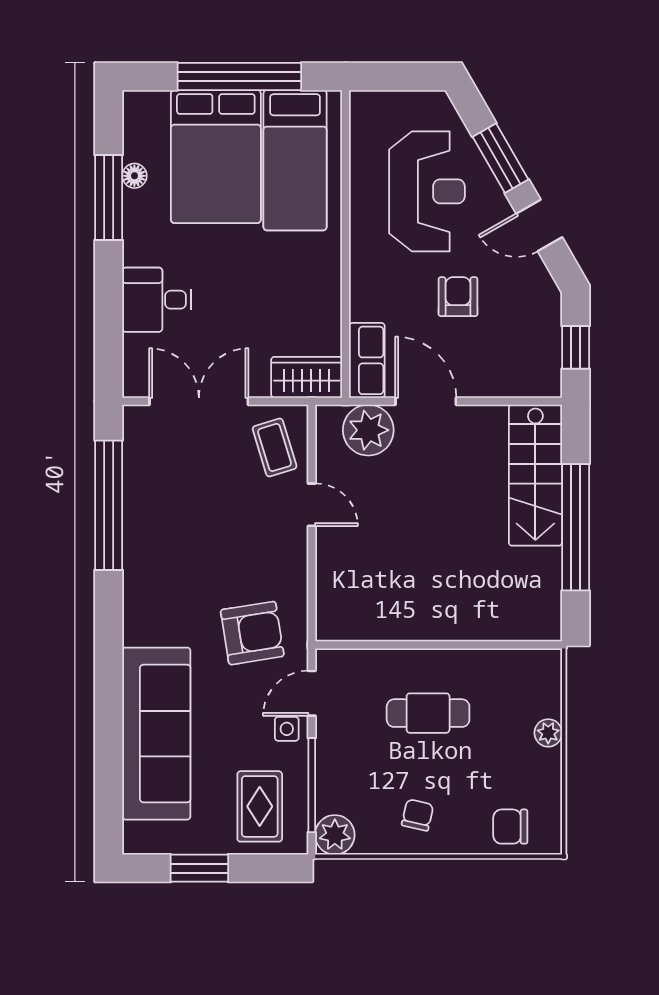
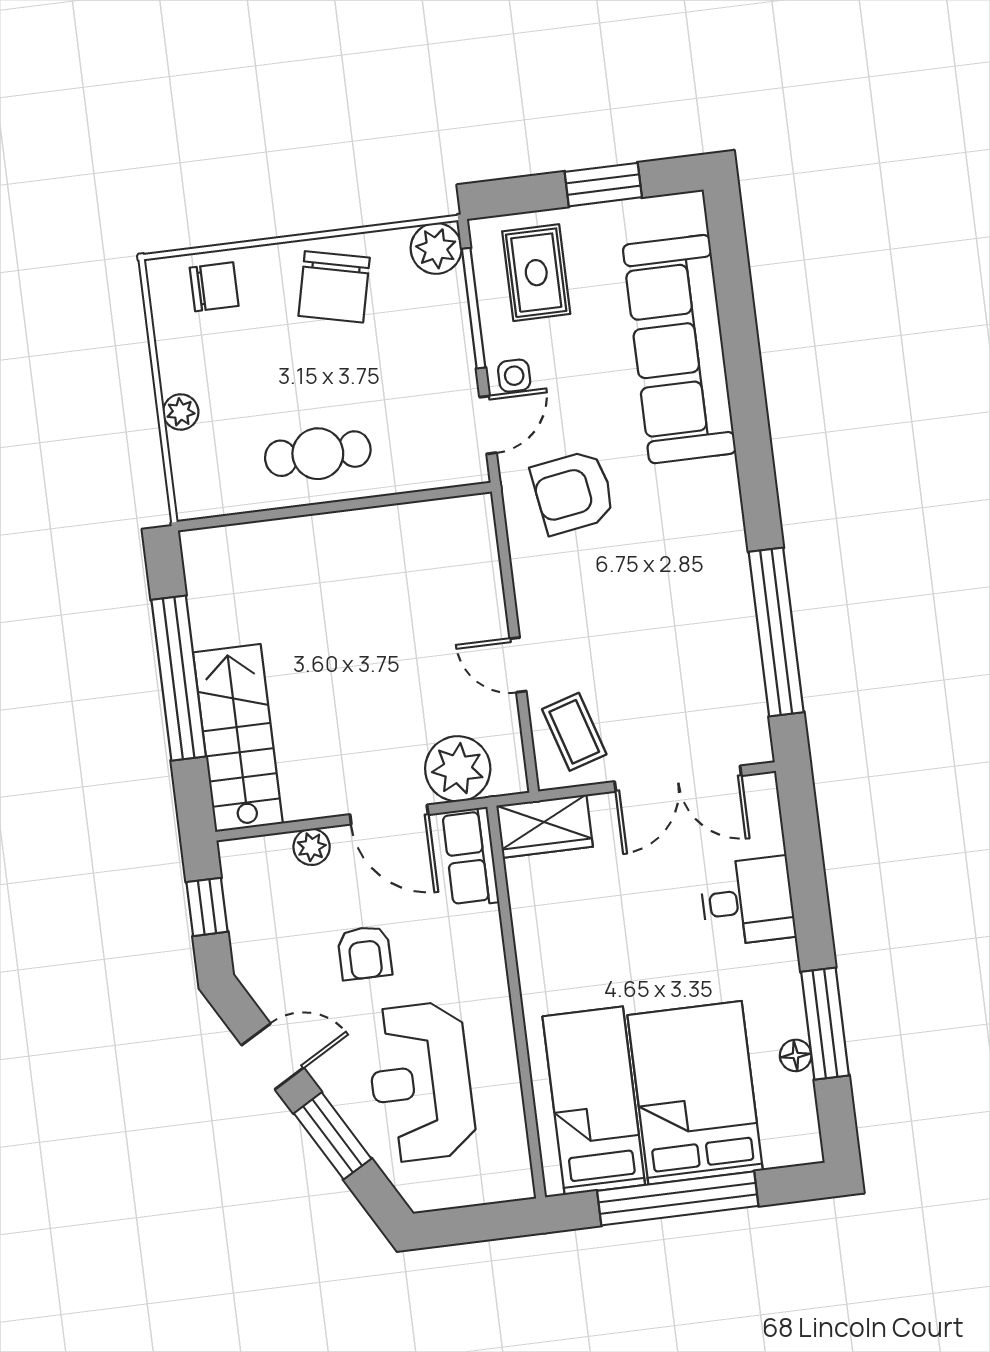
plant: (489, 384) -> (312, 847), added
cafe table: (428, 713) -> (318, 454), moved
chair: (418, 815) -> (334, 287), width x1.87, depth x1.87

